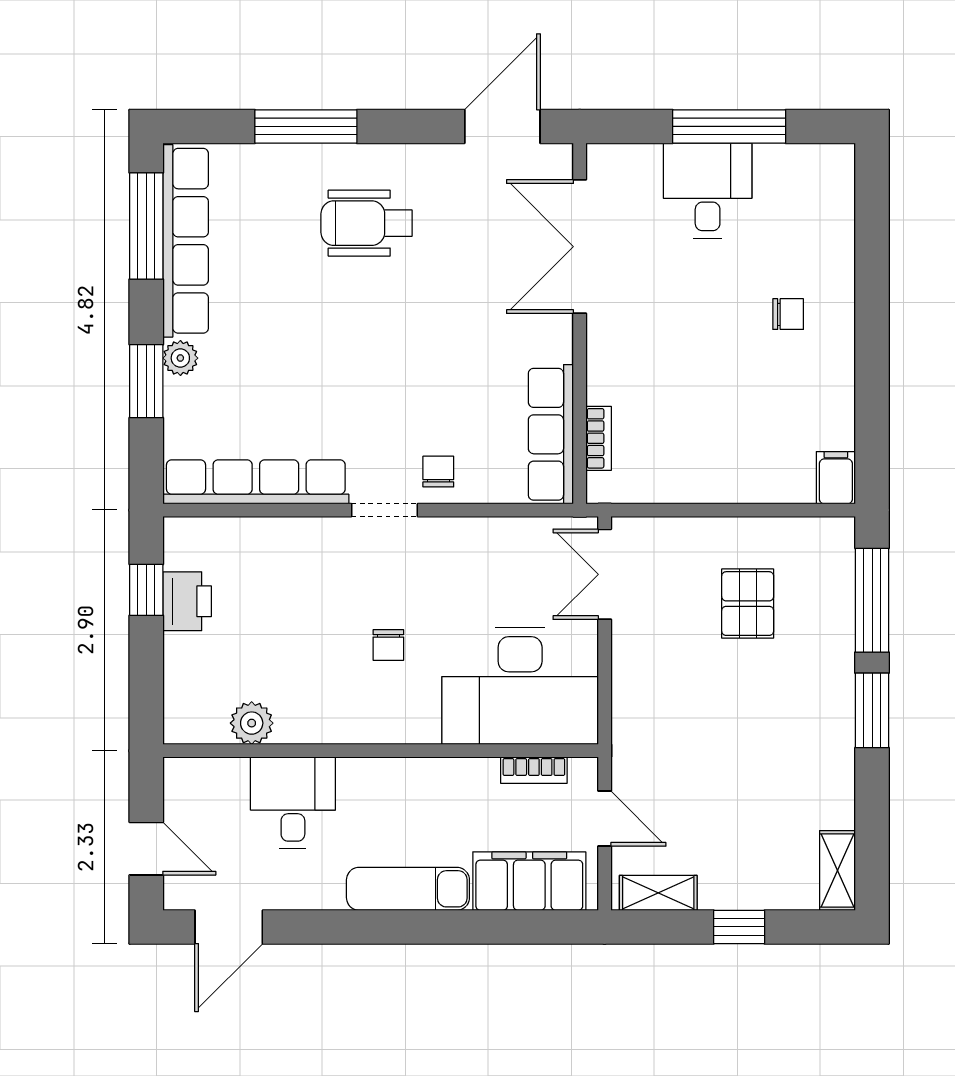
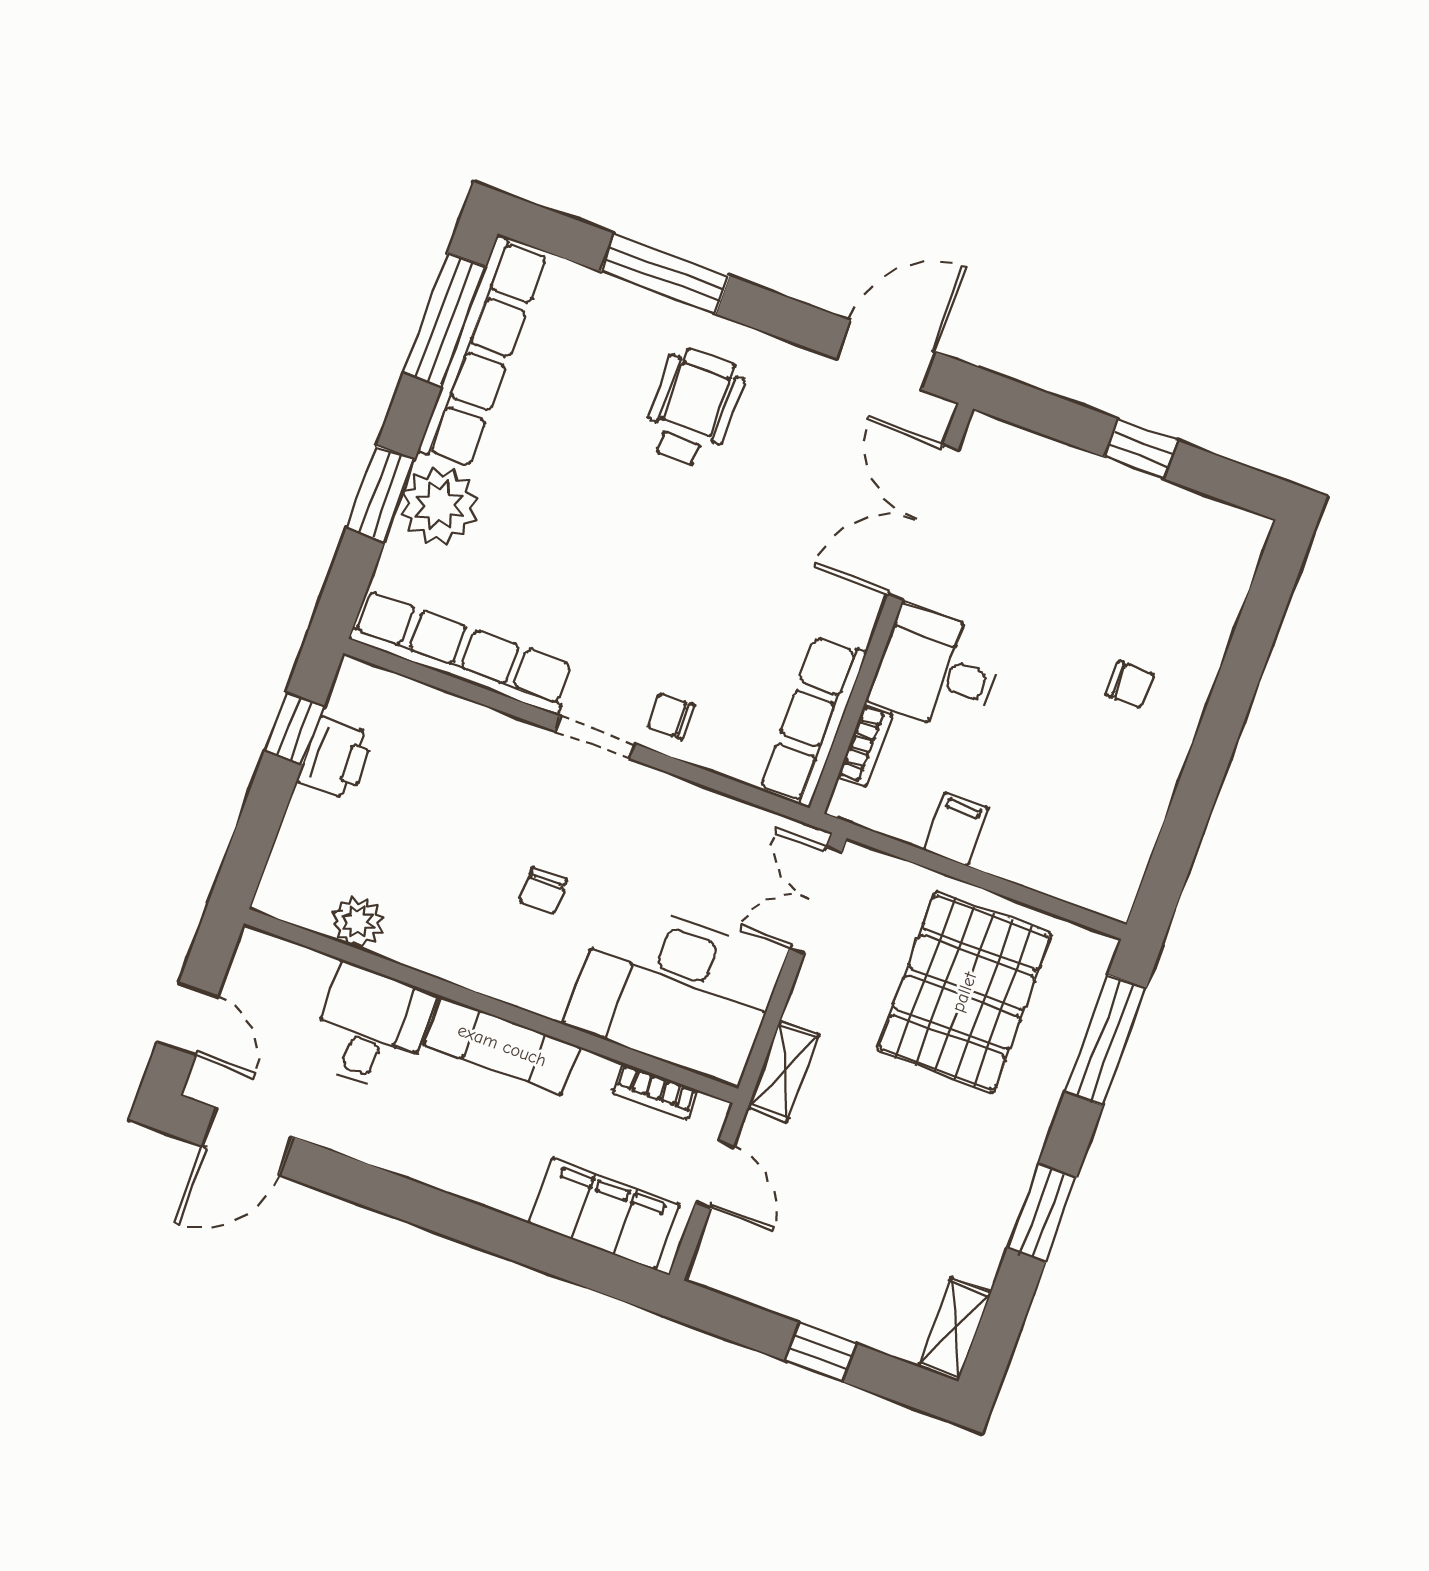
window: (729, 126) -> (1141, 449), width x0.46
desk: (708, 191) -> (937, 670), moved, turned -90
wheelchair: (366, 223) -> (693, 407), turned 90
plant: (180, 358) -> (439, 506), width x1.88, depth x1.88
chair: (438, 472) -> (671, 716), turned -90
filing cabinet: (836, 478) -> (956, 829), moved
pallet: (748, 604) -> (964, 992), width x2.05, depth x2.00
window: (872, 710) -> (1042, 1213), moved
exam couch: (408, 889) -> (502, 1045), moved, turned 180
shelving: (658, 893) -> (783, 1071), moved, turned 90

